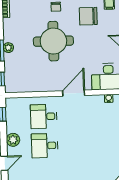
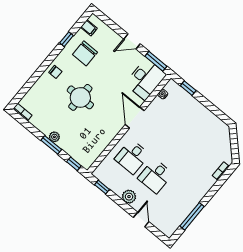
round table: (53, 41) -> (80, 97), width x0.73, depth x0.73

